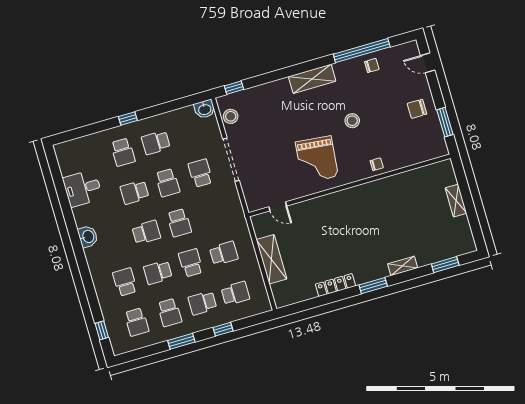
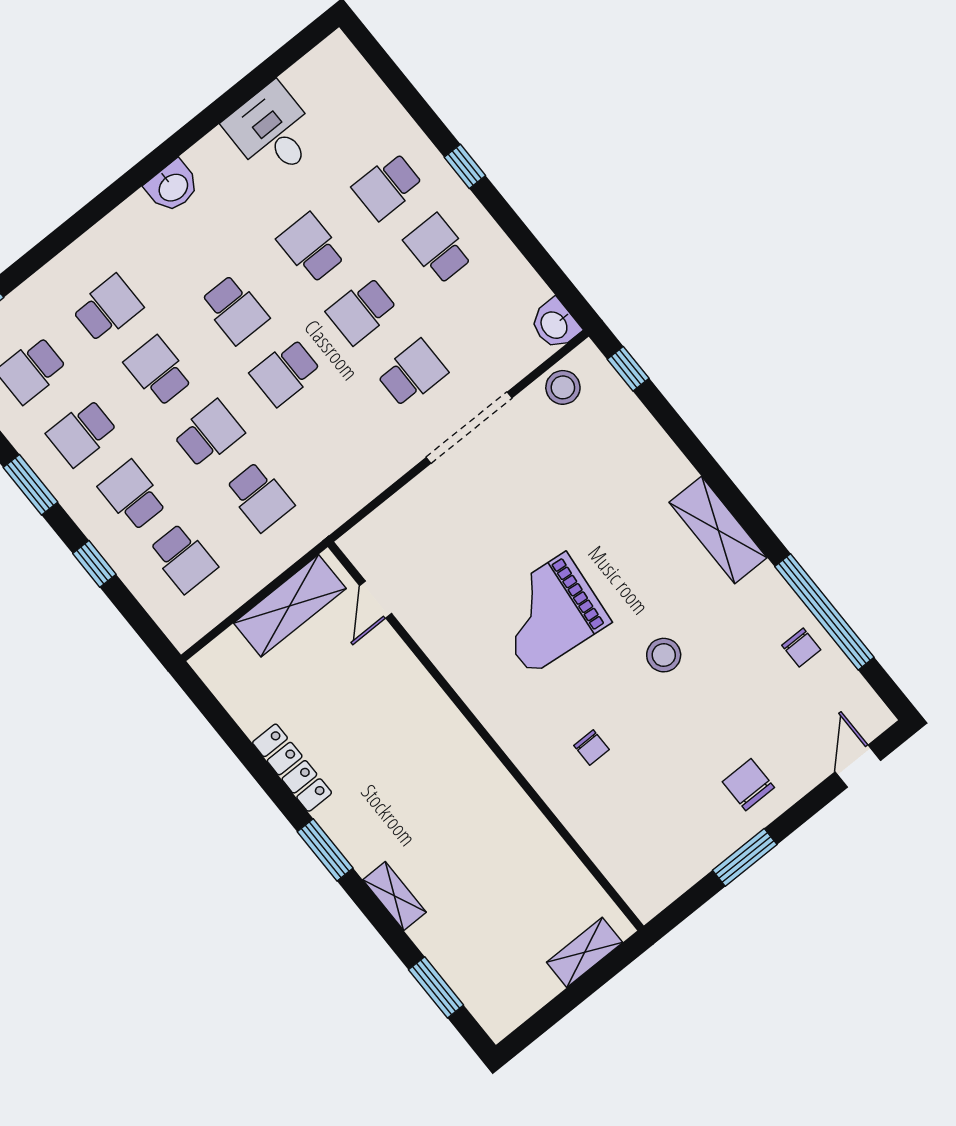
wall: (350, 186) -> (486, 736), moved
door: (278, 206) -> (375, 600), moved

